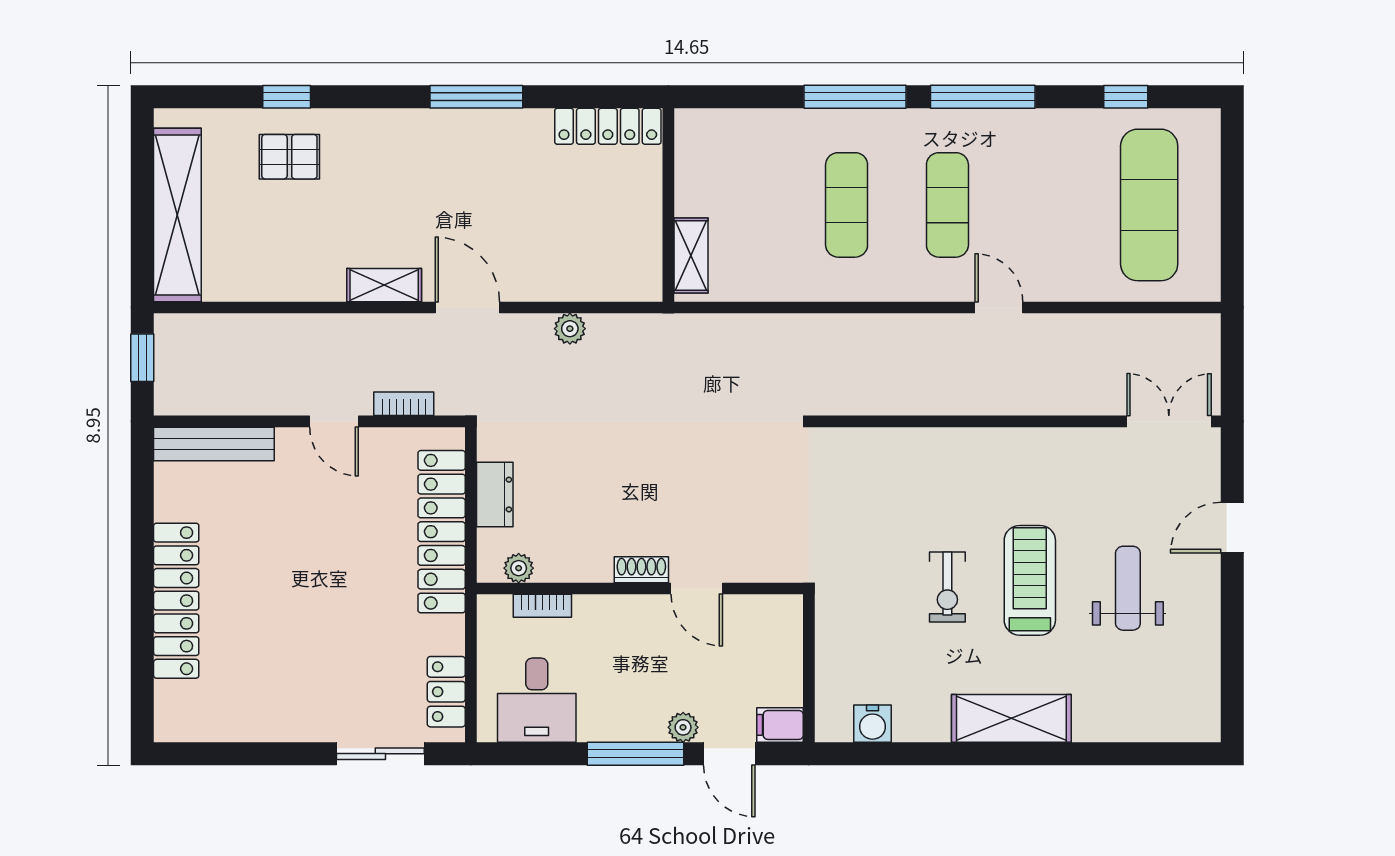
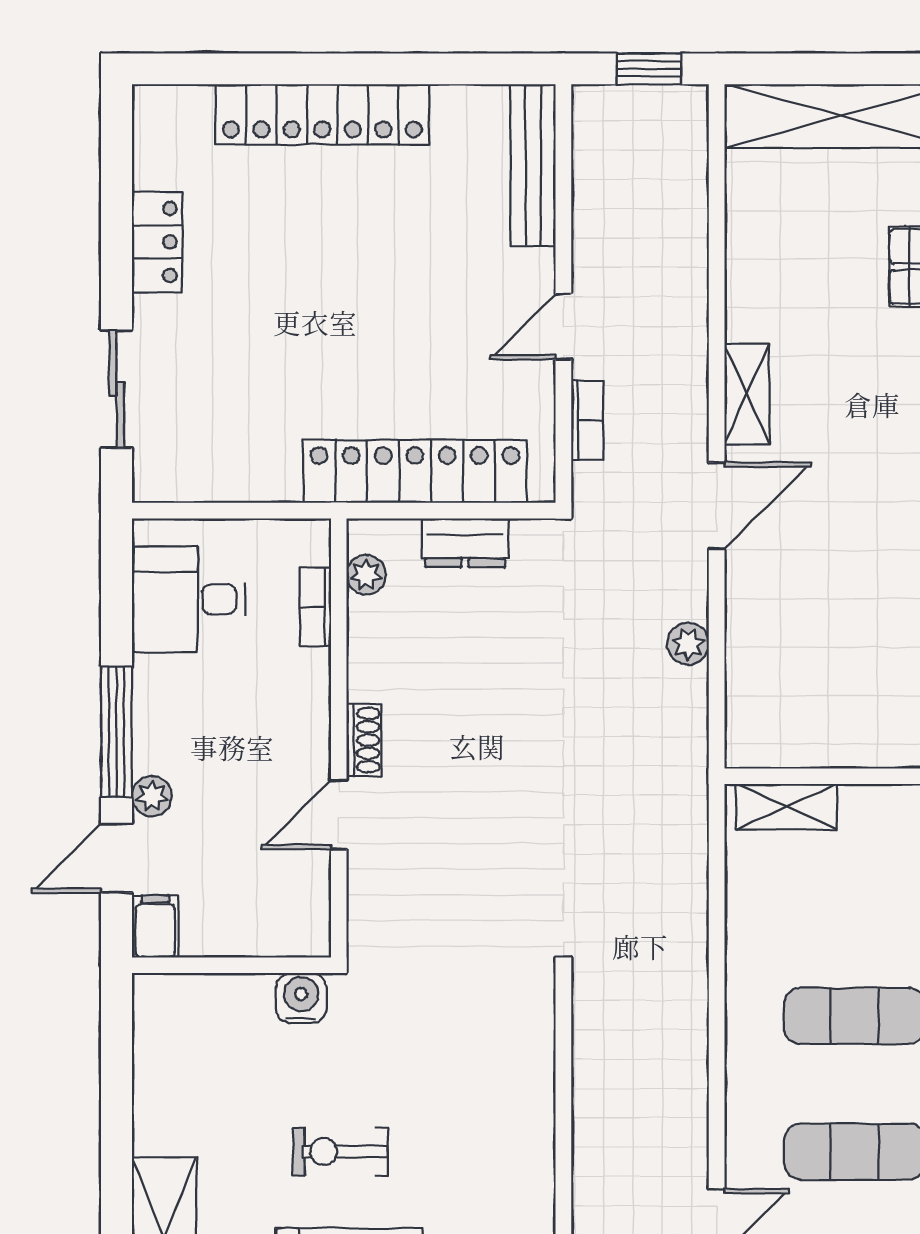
locker: (446, 692) -> (157, 242), moved, turned 90
water cooler: (873, 724) -> (301, 998), moved, turned 90

